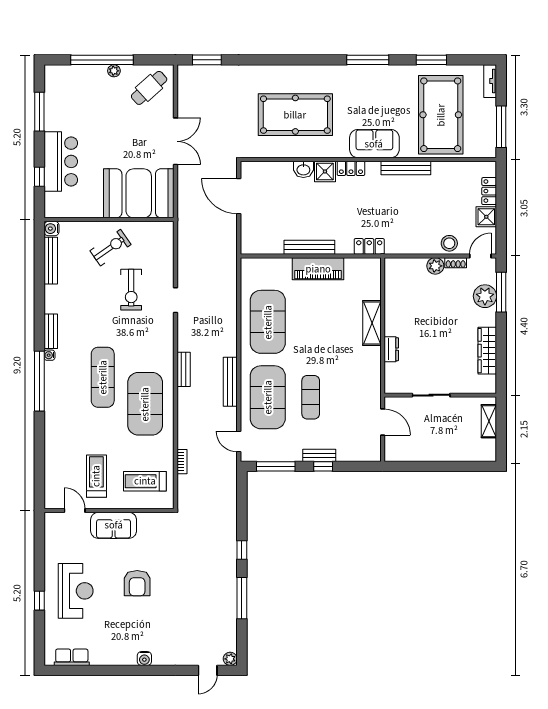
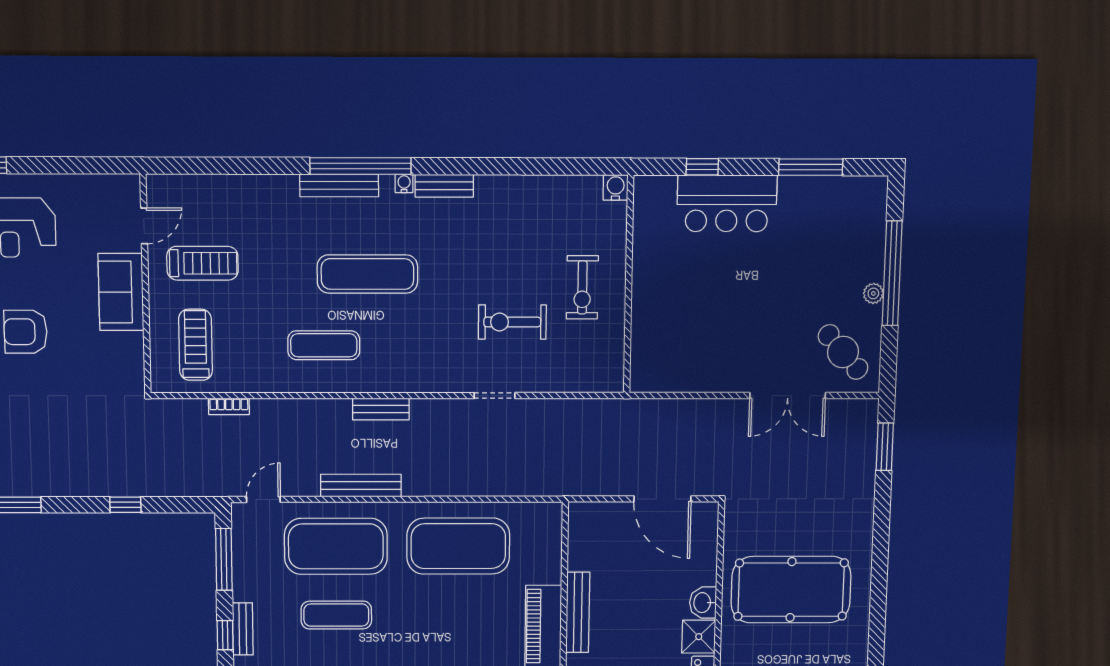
pool table: (295, 115) -> (791, 590), turned 90
double door: (175, 141) -> (788, 396), moved
booth: (139, 193) -> (671, 335), removed
door: (239, 196) -> (662, 499), swing flipped
exercise bike: (110, 248) -> (582, 287), turned 35
bench: (51, 261) -> (339, 185), moved
exercise mat: (145, 404) -> (324, 345), width x0.50, depth x0.69
window: (242, 550) -> (125, 505), moved

